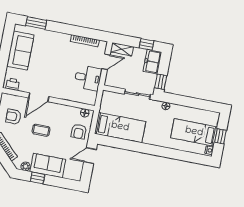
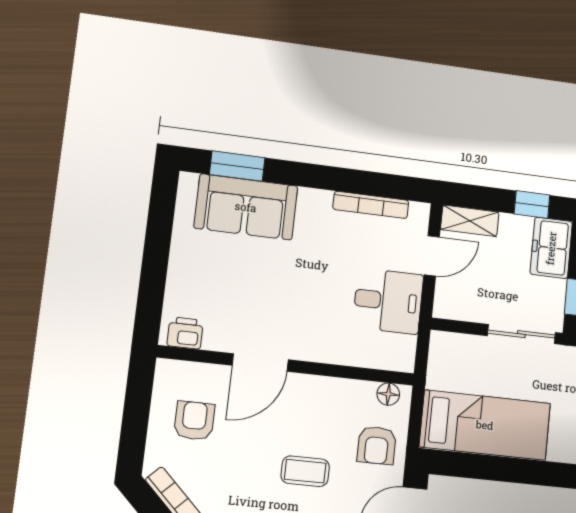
sofa: (20, 51) -> (246, 207), moved, turned 90
armchair: (13, 117) -> (194, 421), turned 90
coffee table: (41, 130) -> (305, 471), moved

